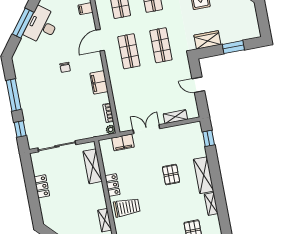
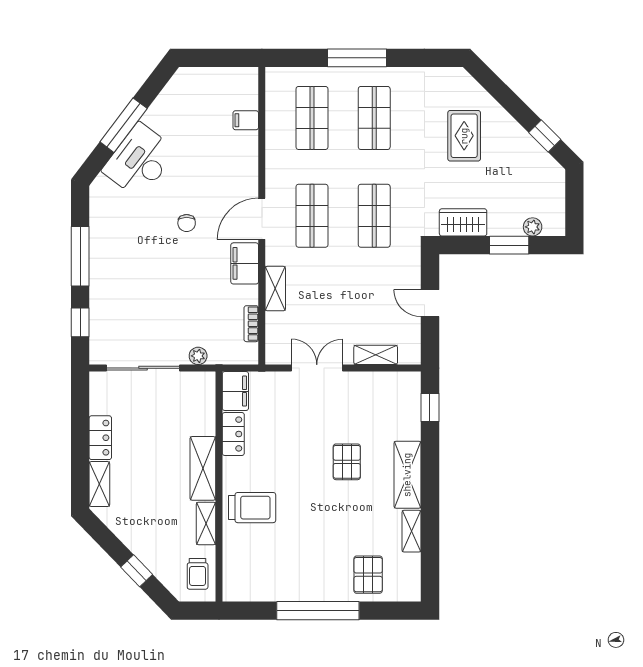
desk: (42, 26) -> (139, 161), moved
plant: (244, 35) -> (533, 227), added
door: (100, 40) -> (262, 219), moved
shelving: (117, 92) -> (275, 289), added
plant: (111, 130) -> (198, 356), moved
filing cabinet: (123, 142) -> (235, 391), moved, turned -90
shelving: (93, 166) -> (203, 468), moved
locker: (112, 185) -> (233, 434), moved
shelving: (46, 210) -> (99, 484), added

